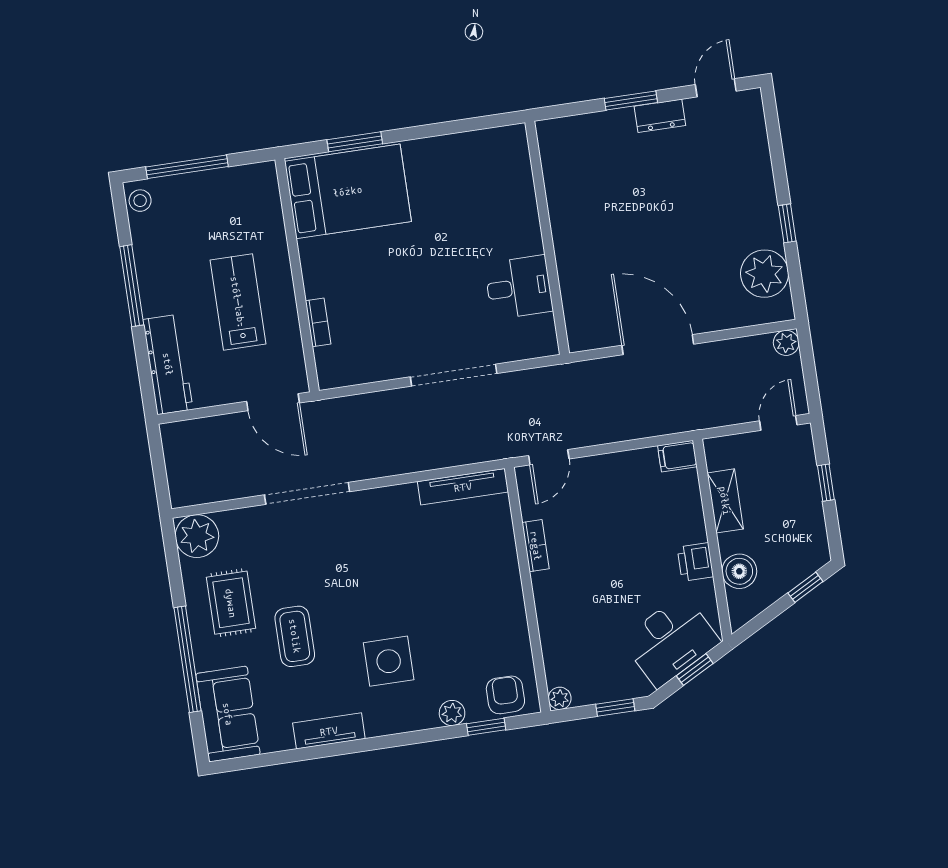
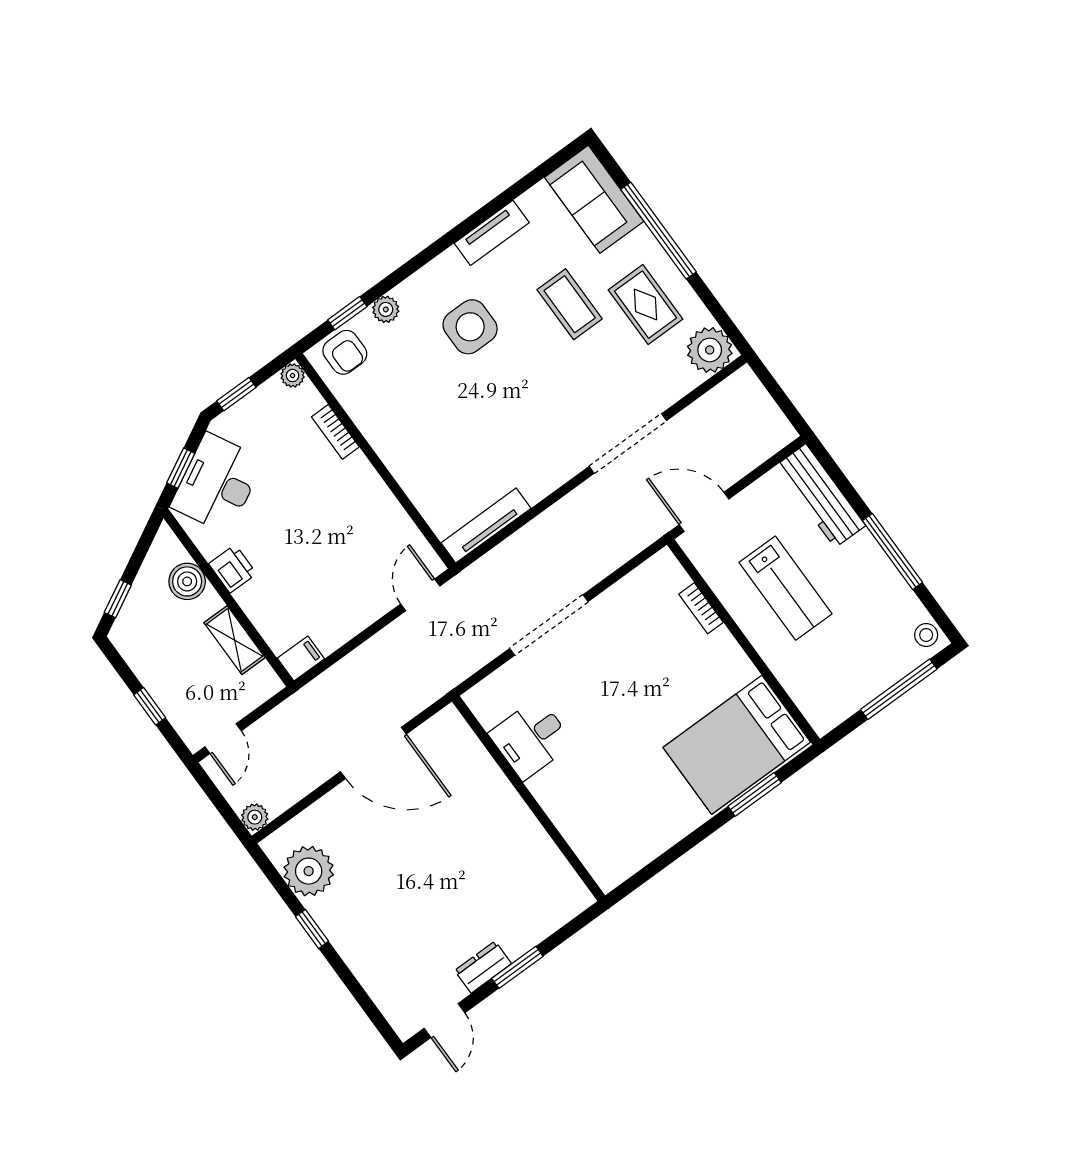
bookcase: (536, 546) -> (335, 432), moved

